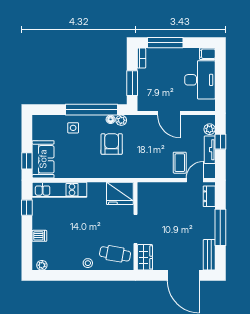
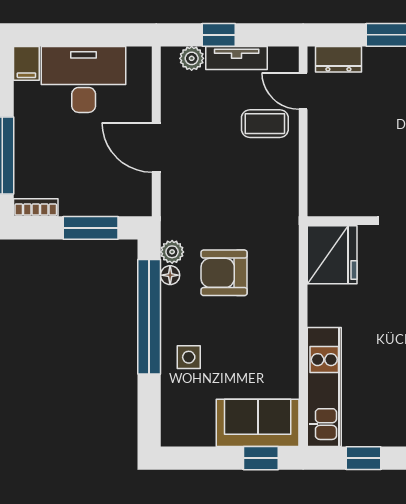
door: (169, 113) -> (156, 148), swing flipped

